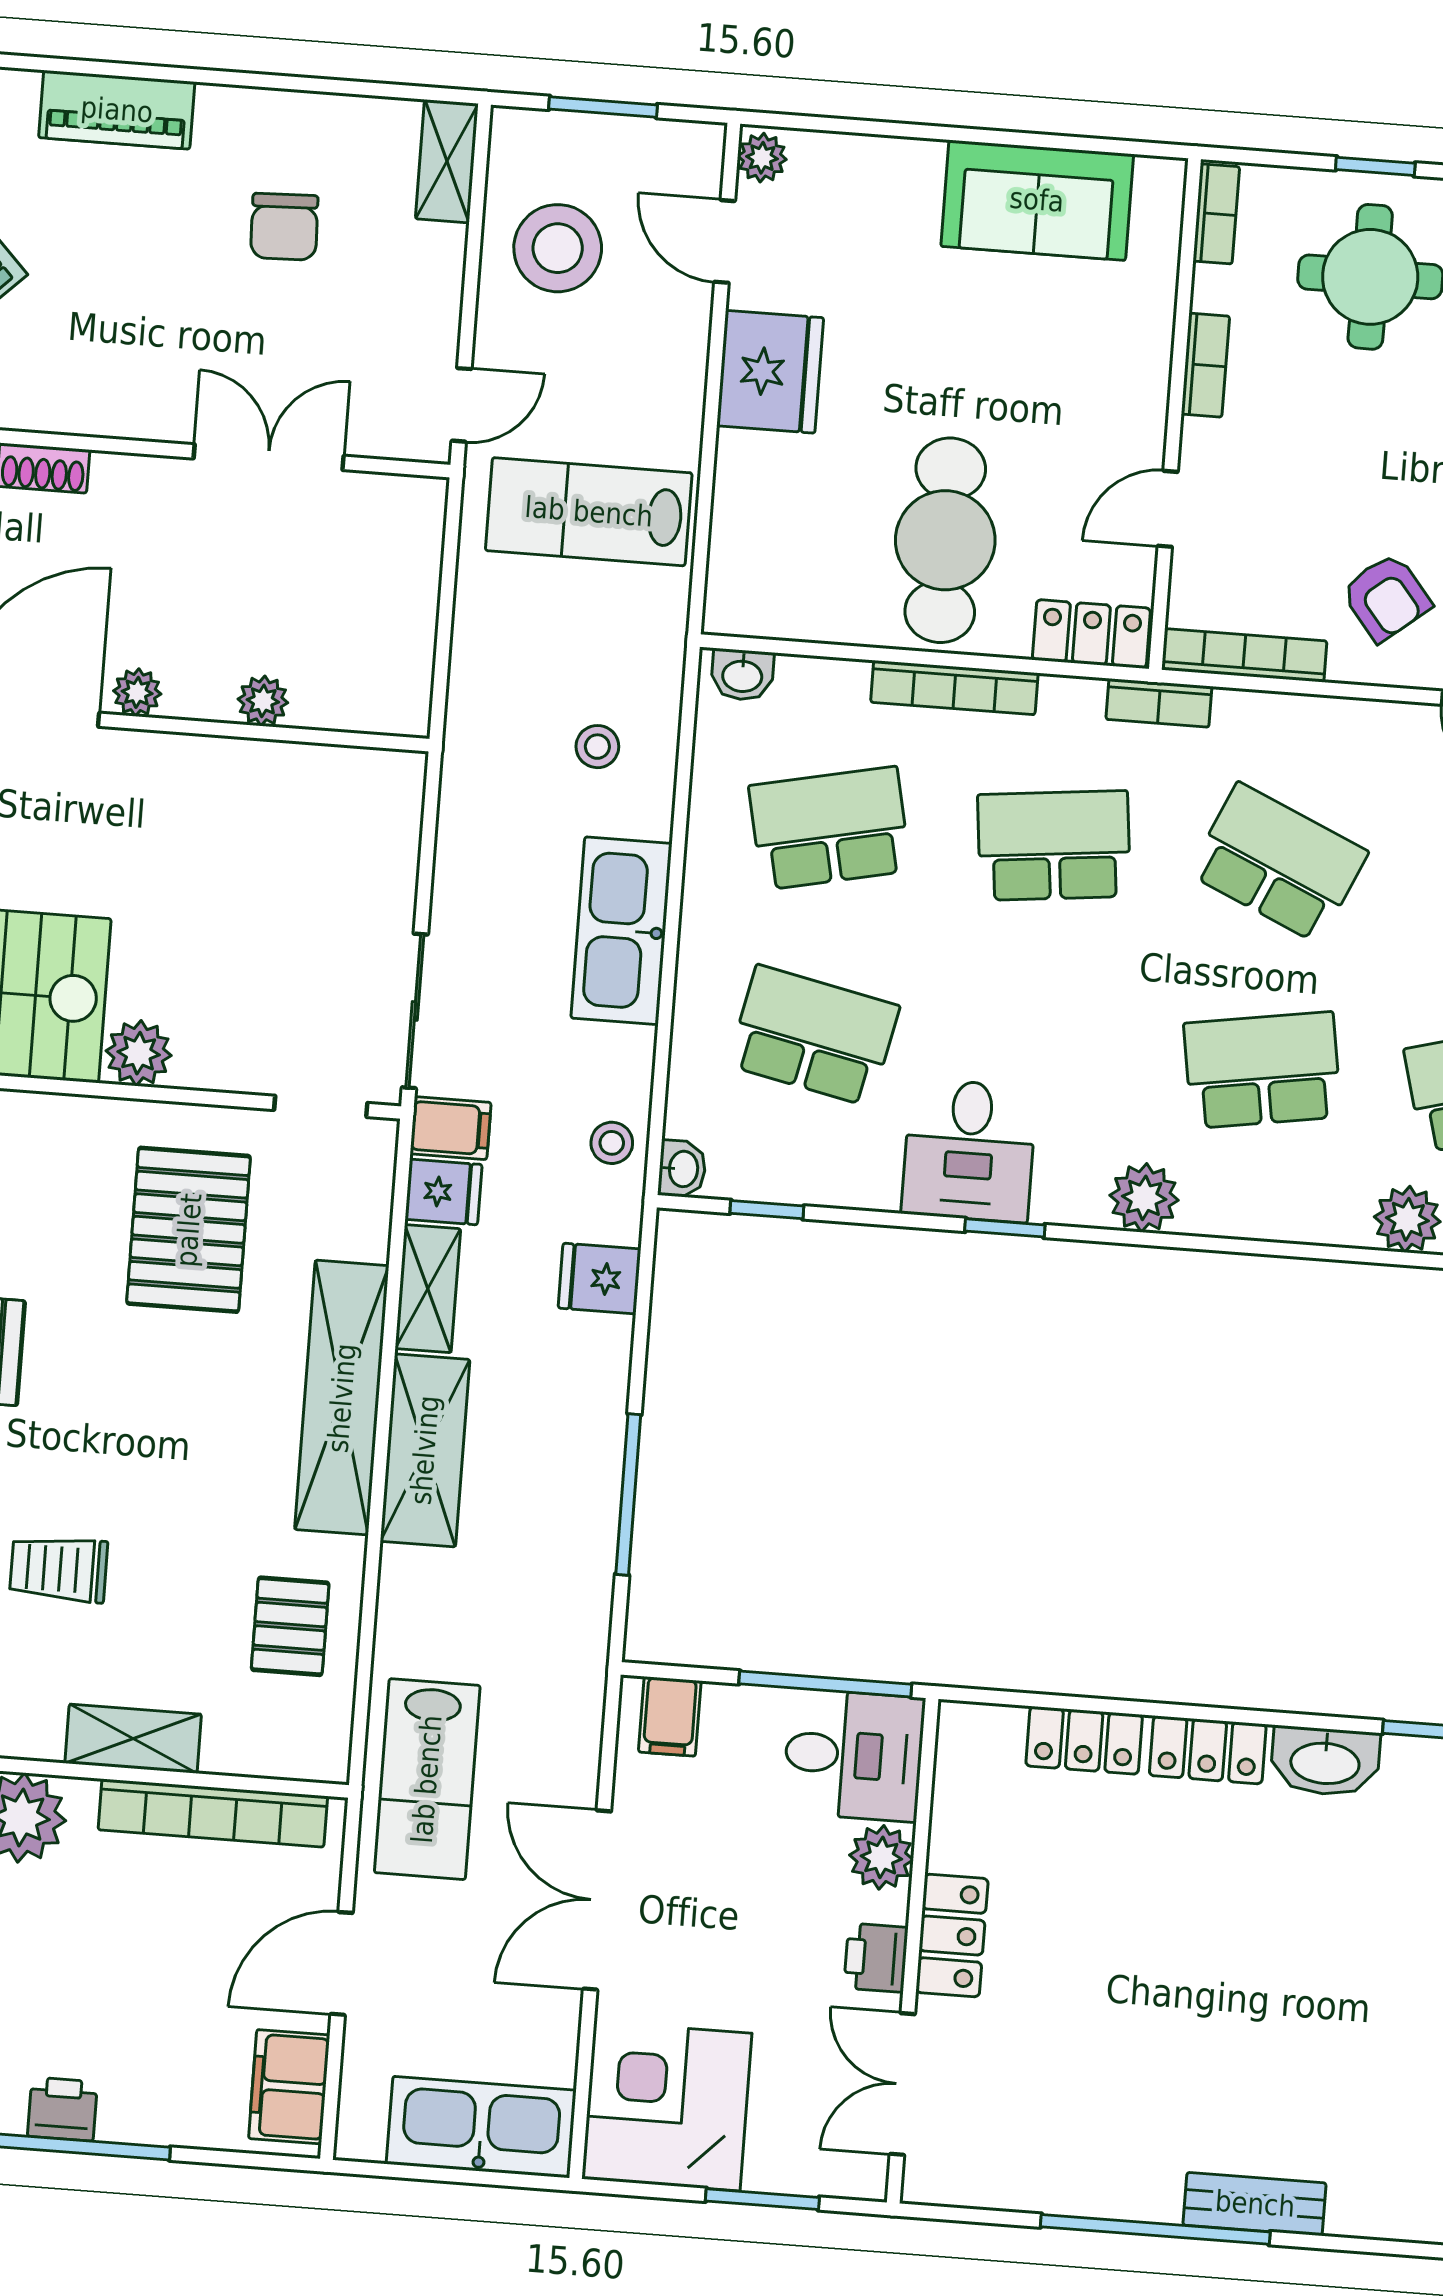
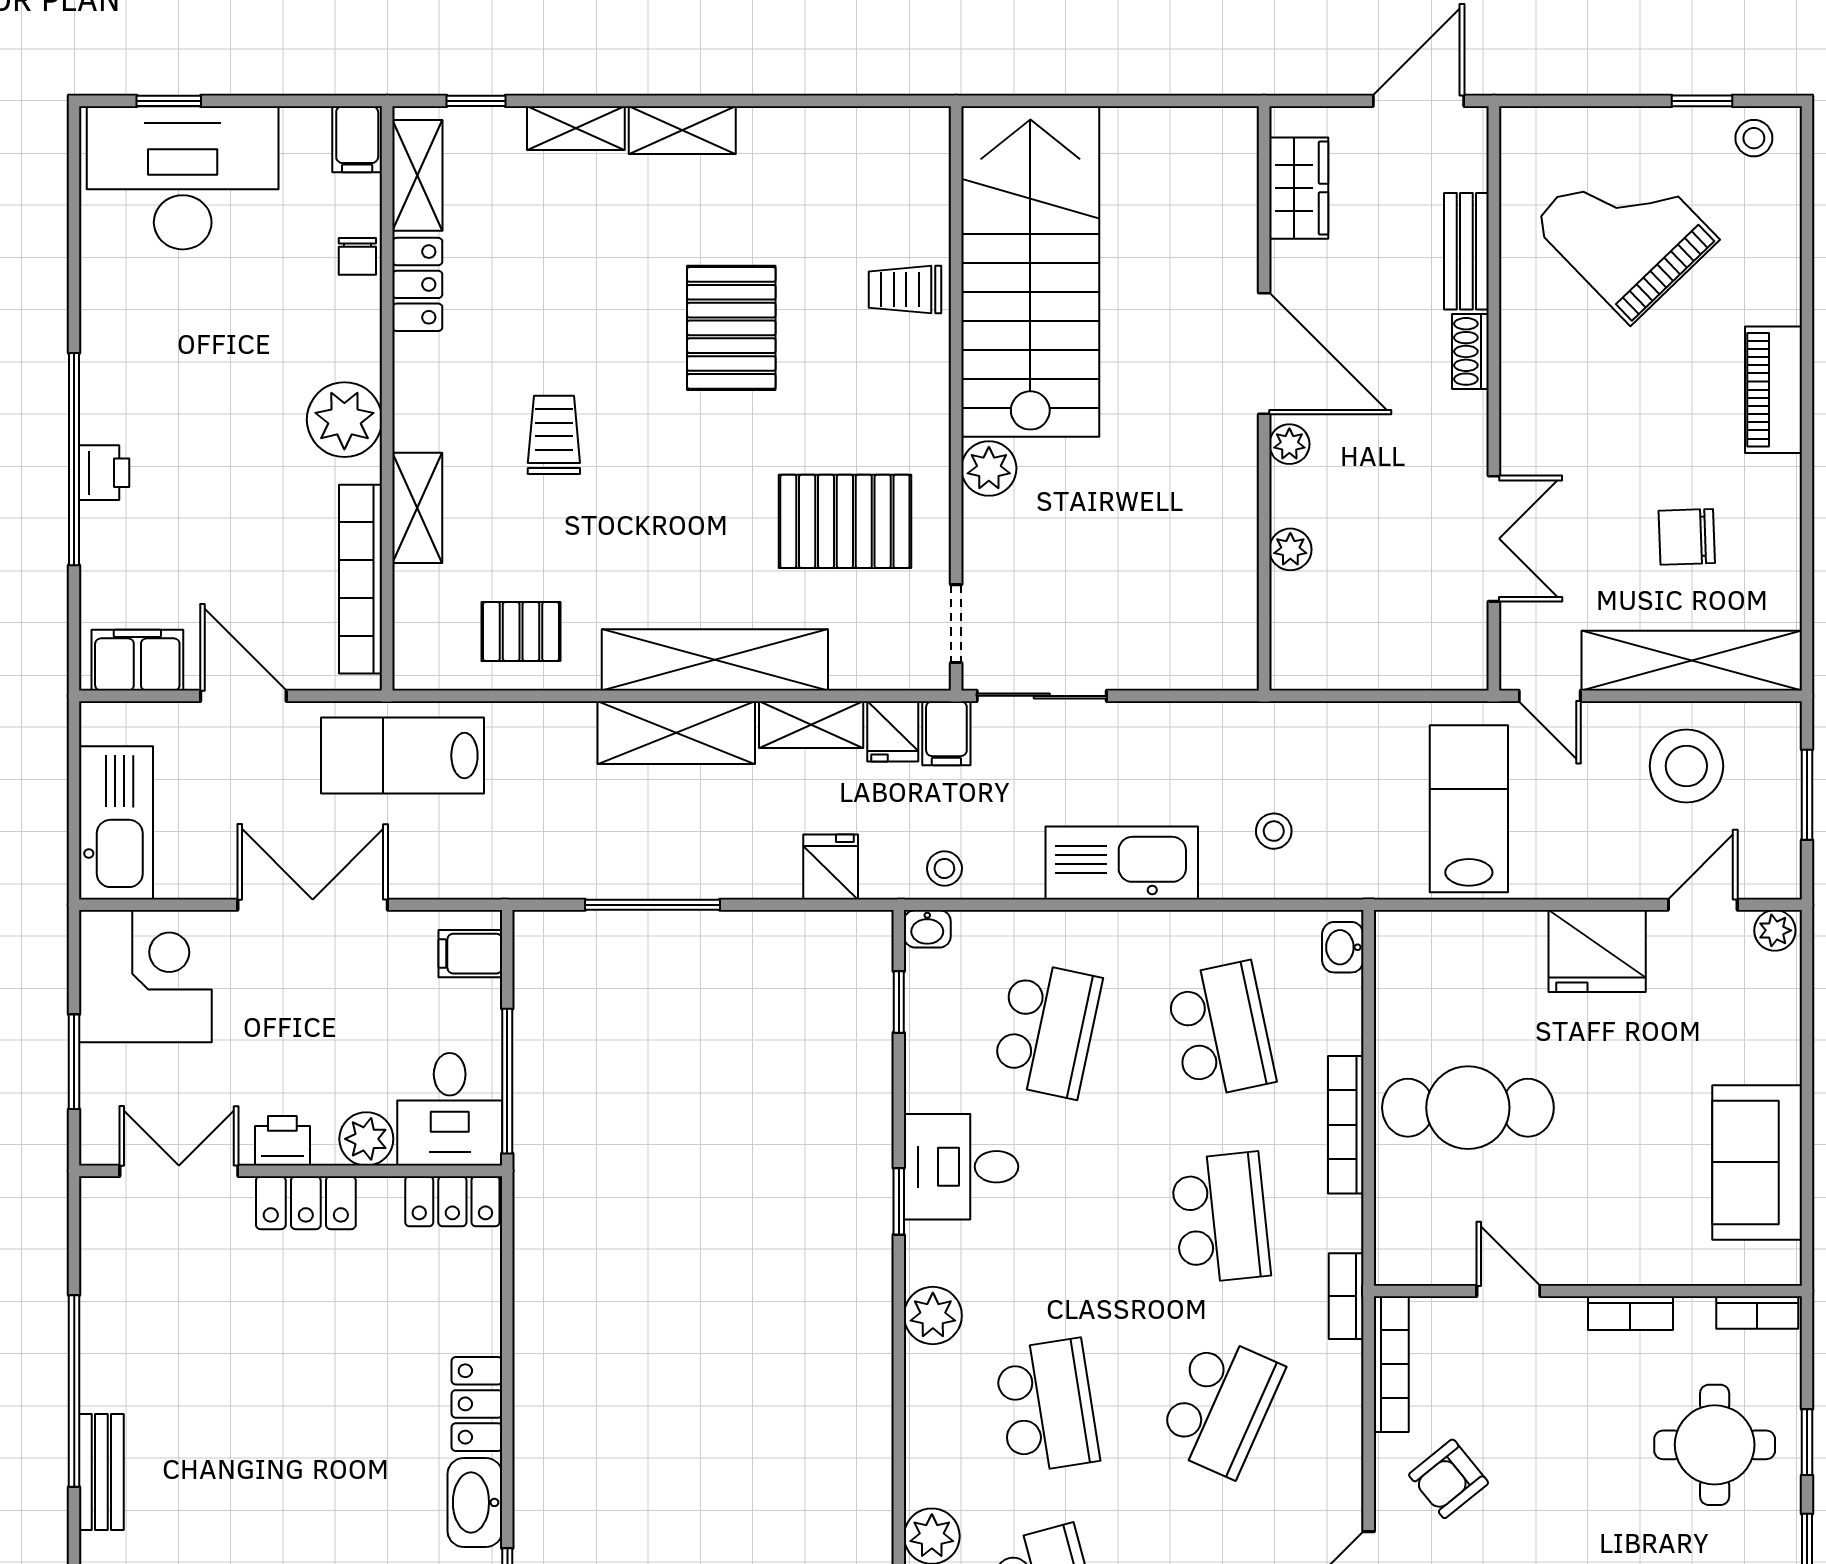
shelving: (447, 161) -> (1692, 661), width x2.20, depth x1.33
locker: (1091, 634) -> (1399, 1235), removed
locker: (1084, 1740) -> (452, 1201), moved, turned -90

